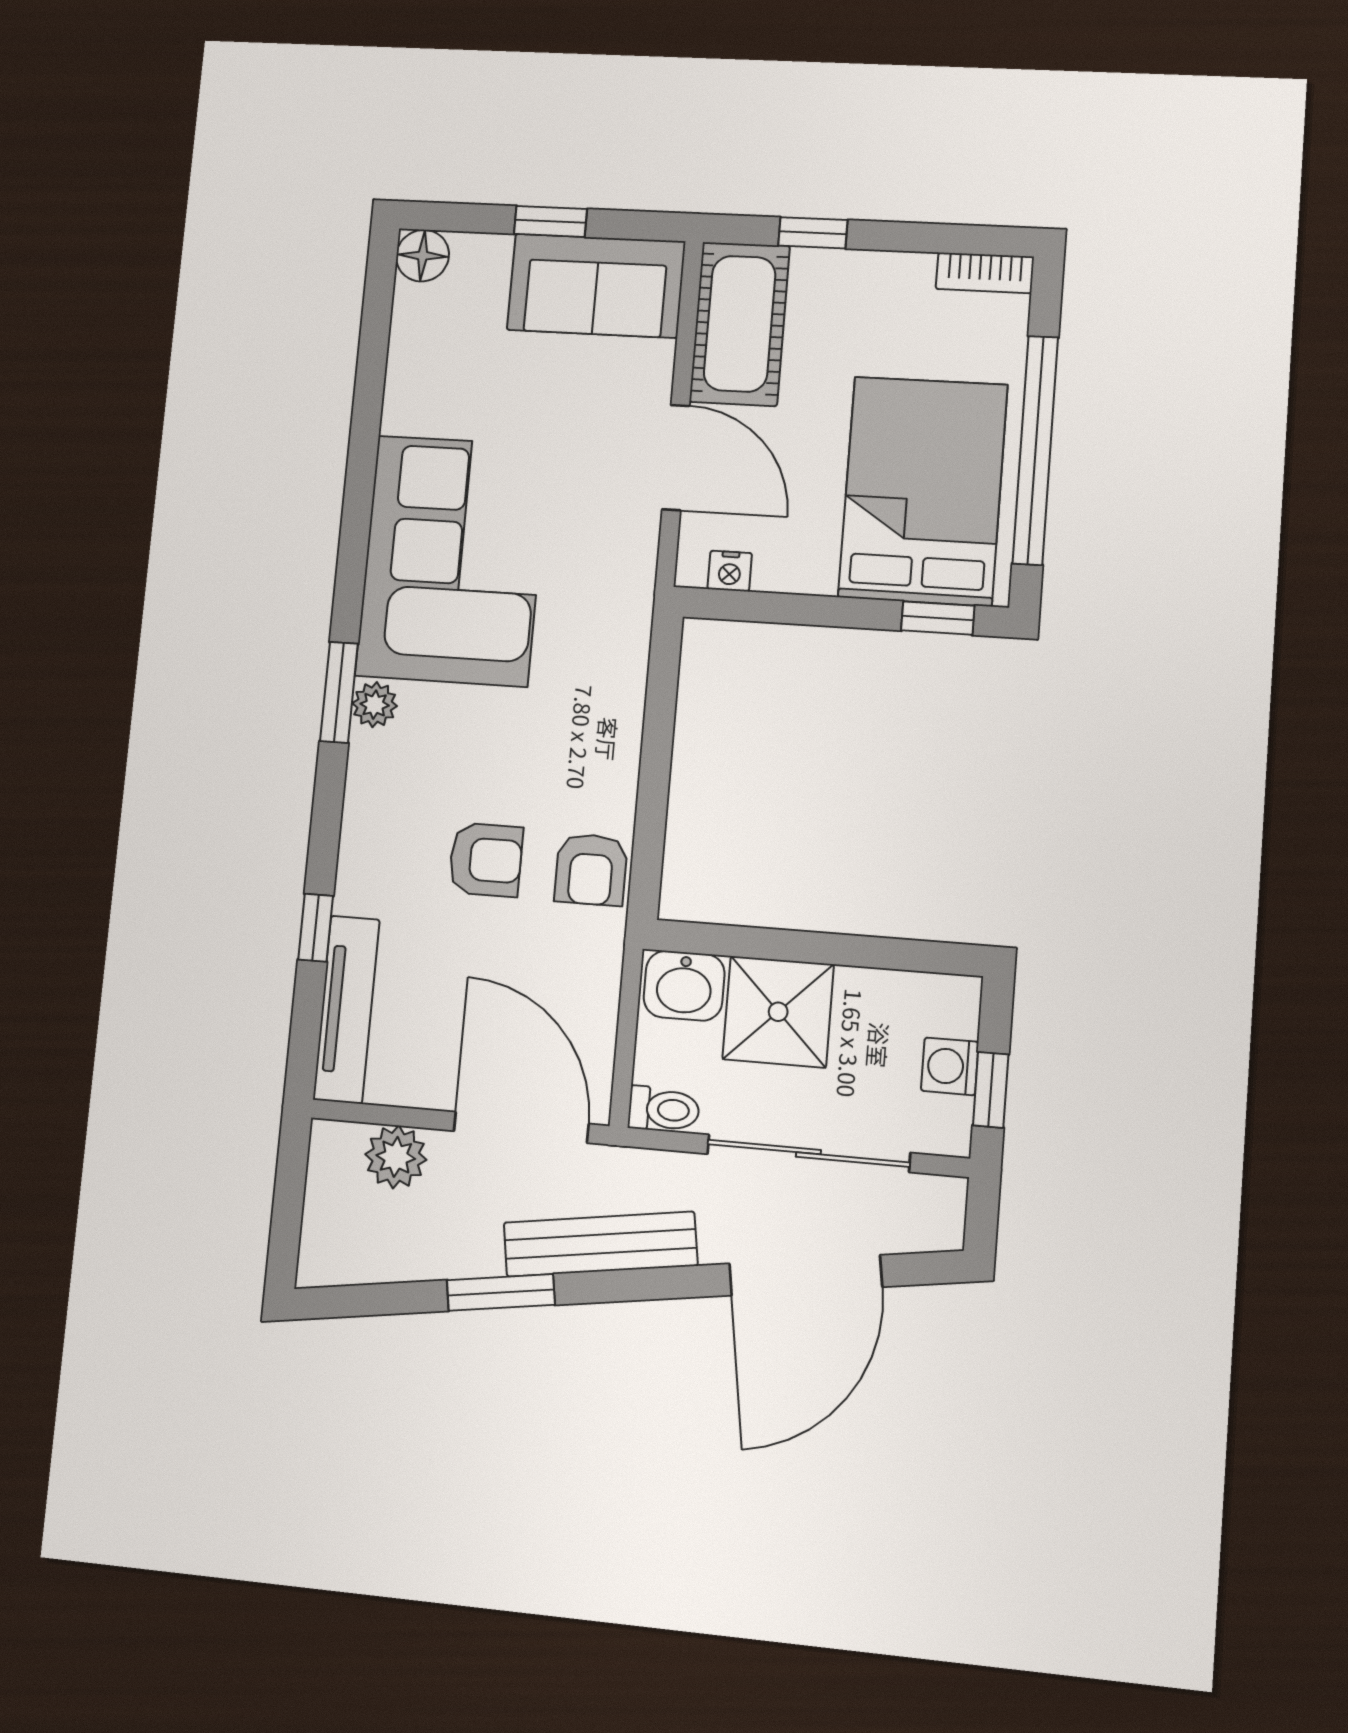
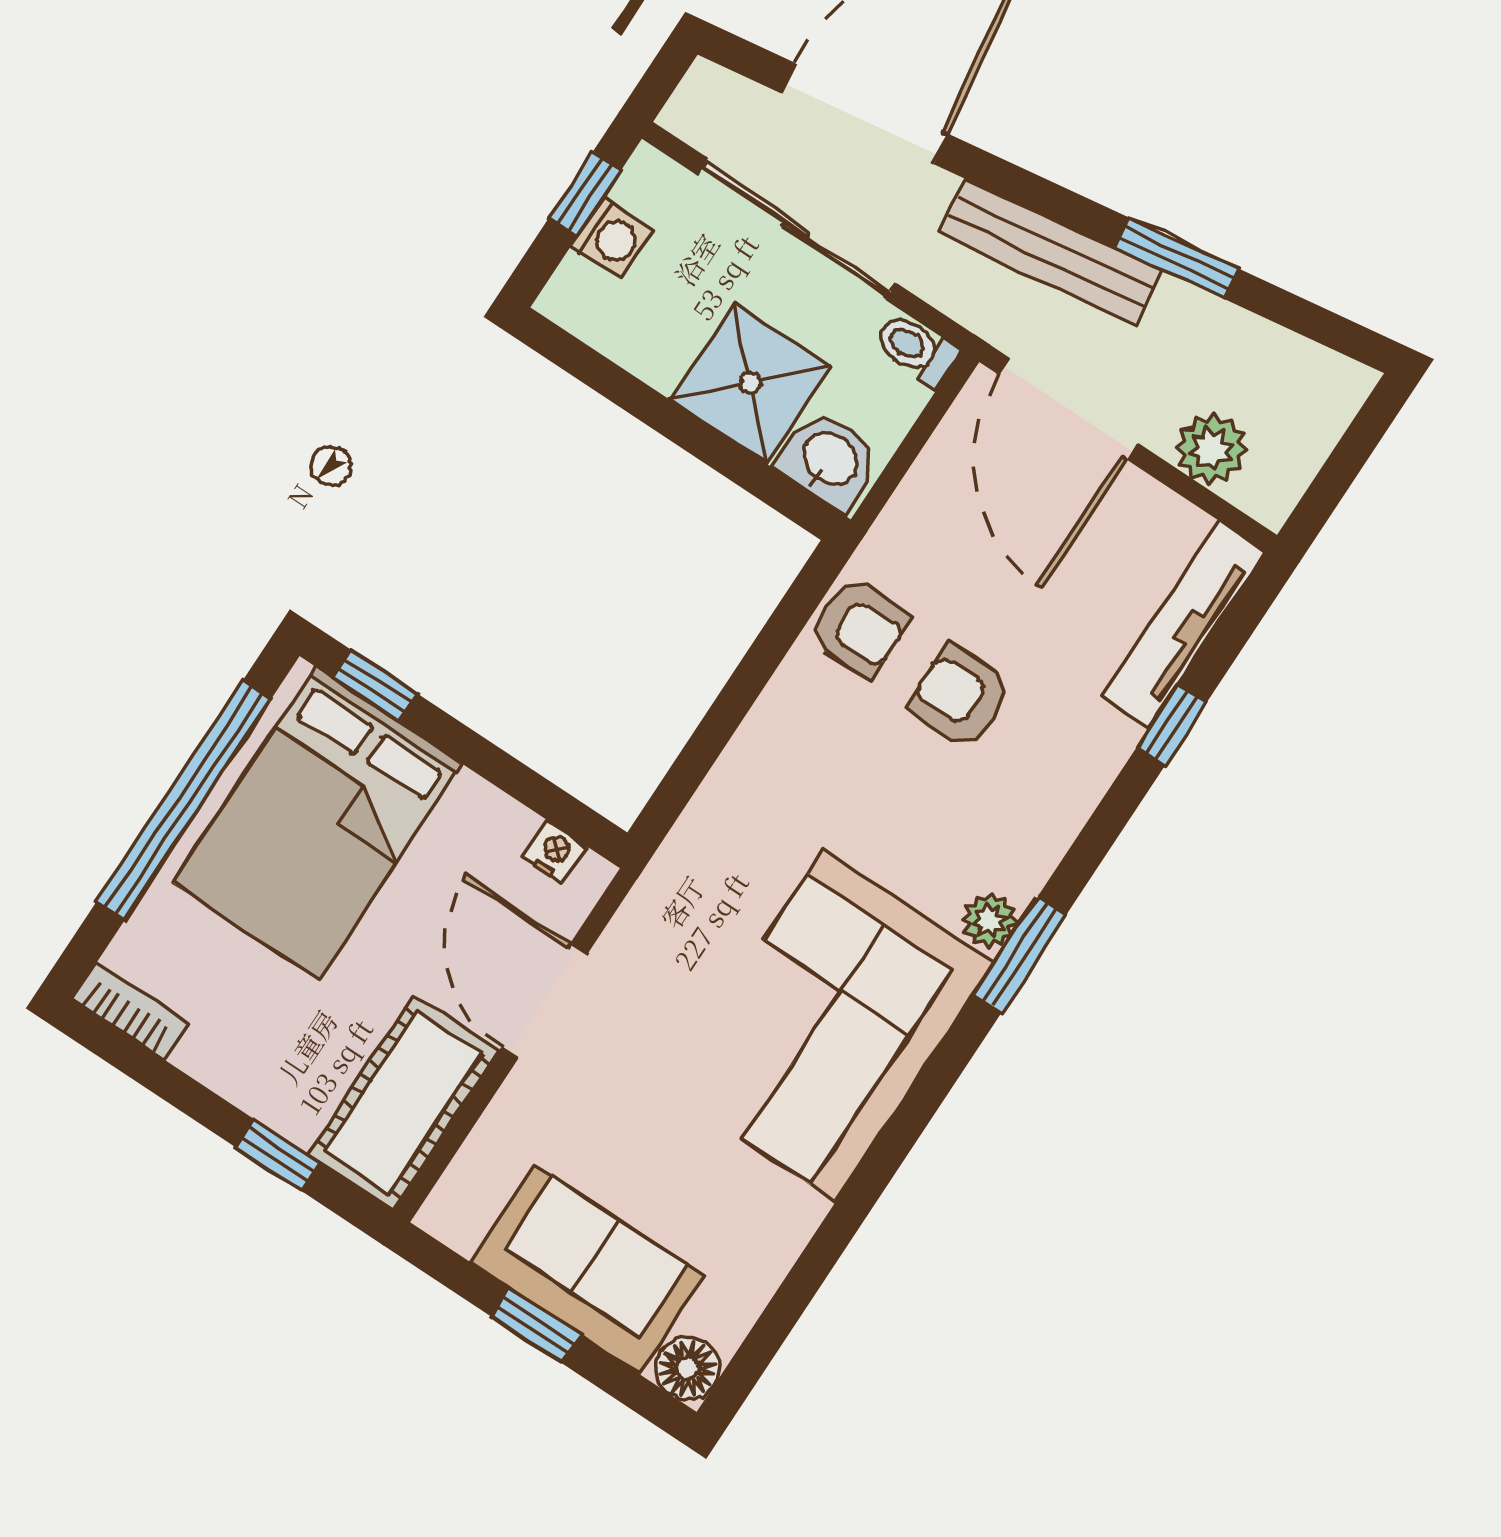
sofa: (596, 286) -> (587, 1269), moved
armchair: (591, 870) -> (859, 628), turned 90

